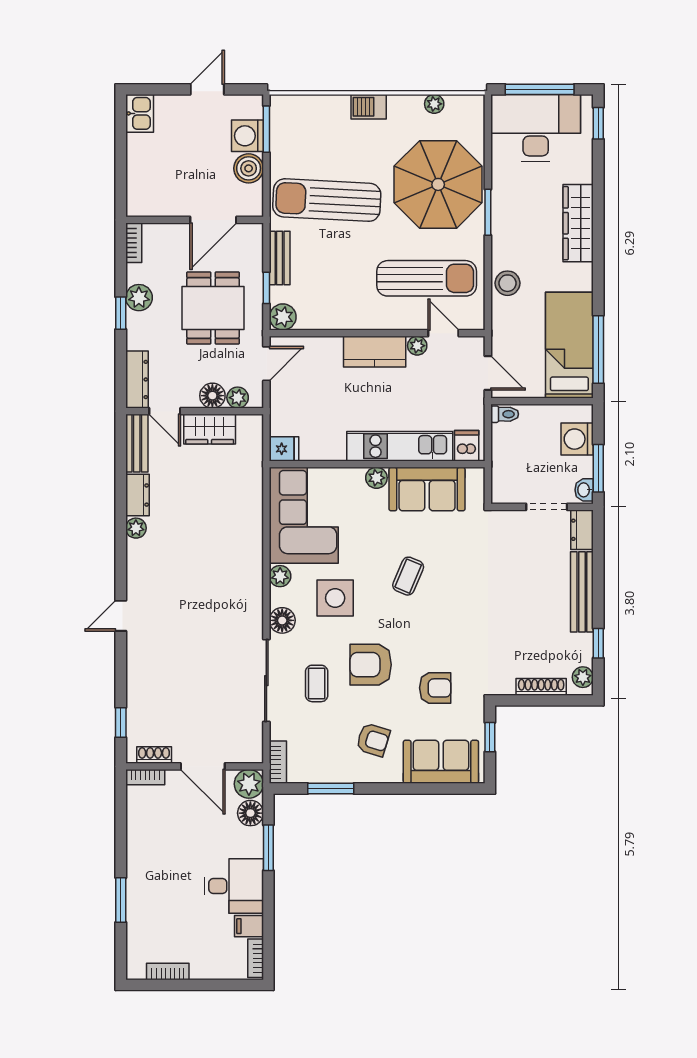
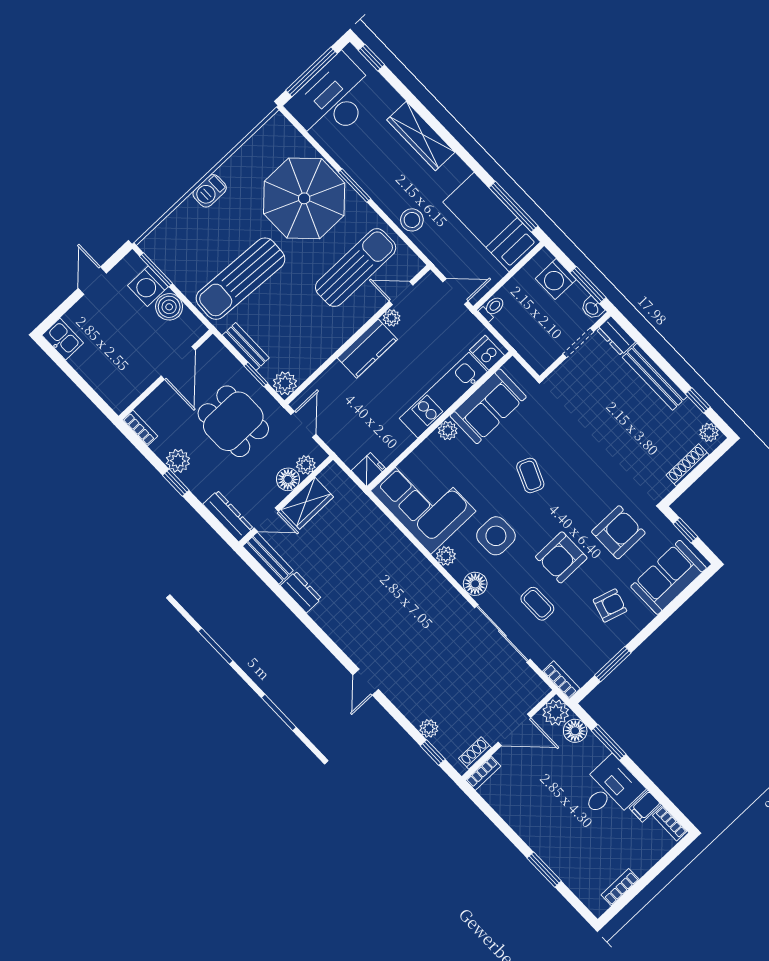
plant: (434, 104) -> (251, 148), removed
plant: (136, 528) -> (429, 728), moved
armchair: (435, 688) -> (618, 532), width x1.38, depth x1.38

